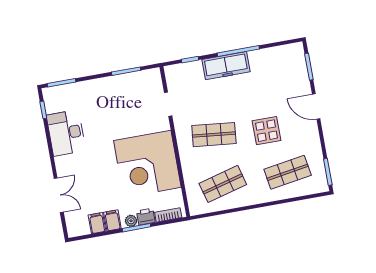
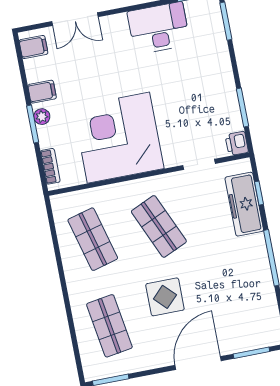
freezer: (226, 66) -> (244, 204), moved
door: (316, 106) -> (198, 363), width x1.36
shop shelf: (214, 135) -> (159, 226), turned -30
printer: (146, 217) -> (237, 143), moved, turned 180
filing cabinet: (97, 223) -> (34, 47), moved

